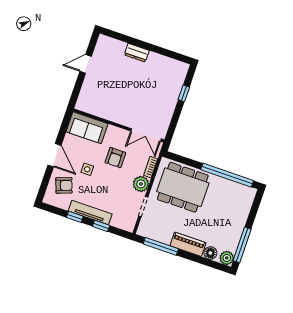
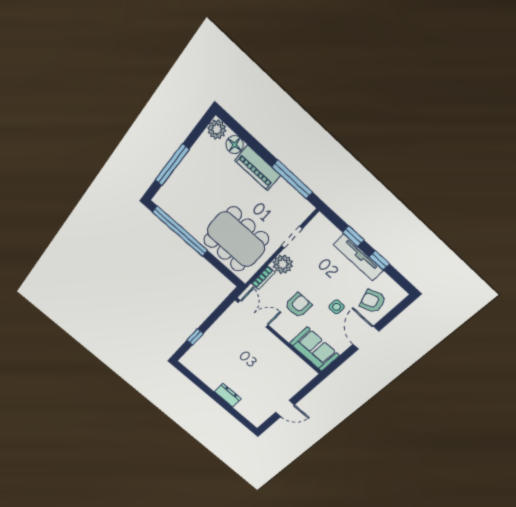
window: (242, 245) -> (172, 165), moved

